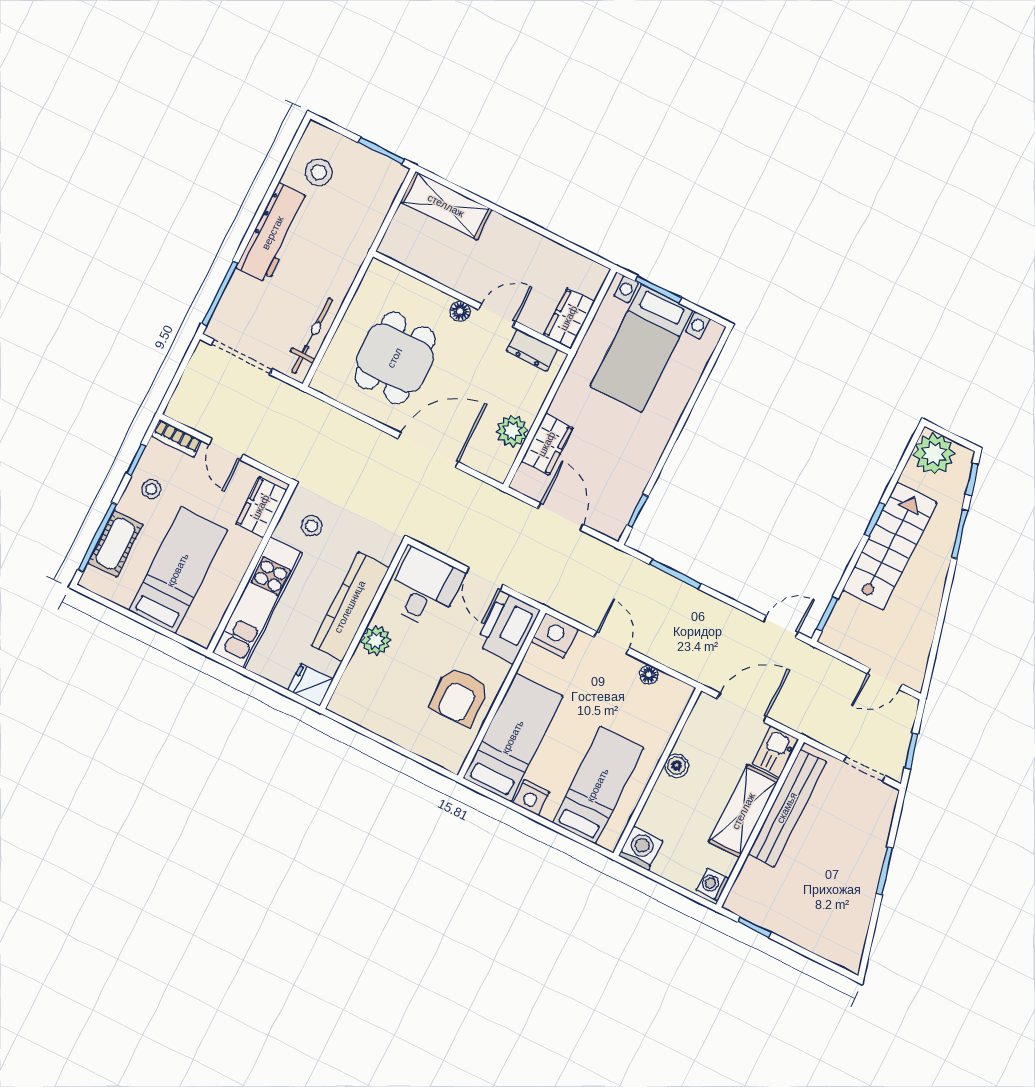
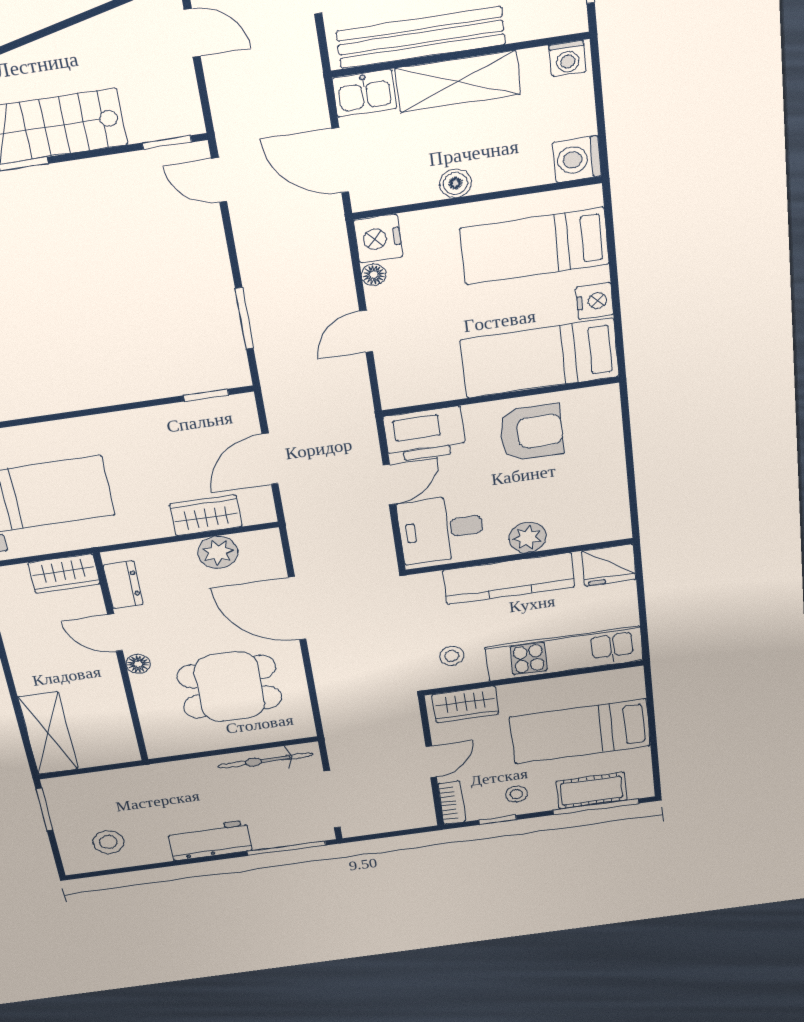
workbench: (273, 233) -> (210, 840), width x0.73
nightstand: (555, 635) -> (378, 239), moved
fridge: (311, 685) -> (609, 565), width x1.38

